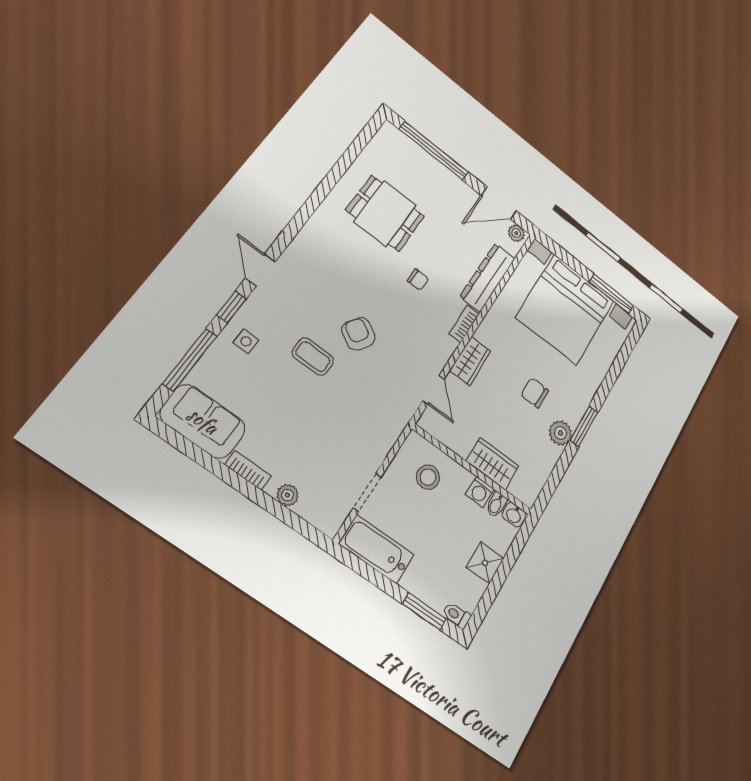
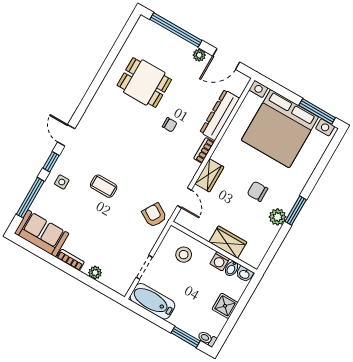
plant: (516, 233) -> (199, 55), moved
armchair: (359, 334) -> (154, 215), moved

